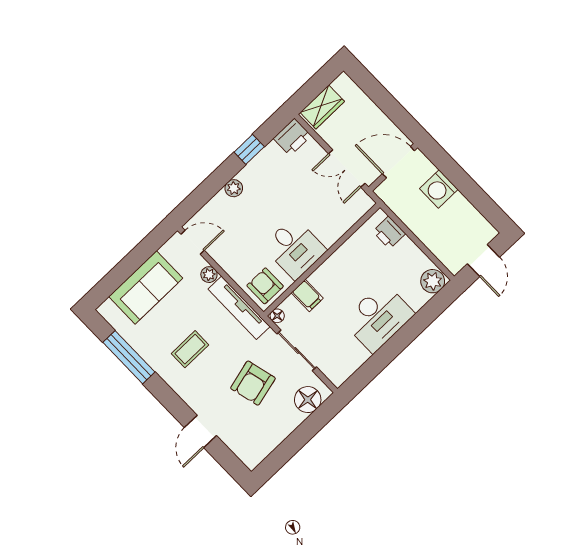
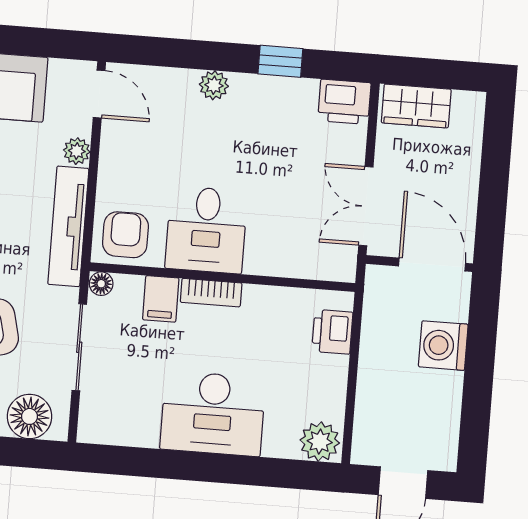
bookcase: (324, 271) -> (211, 293), added

